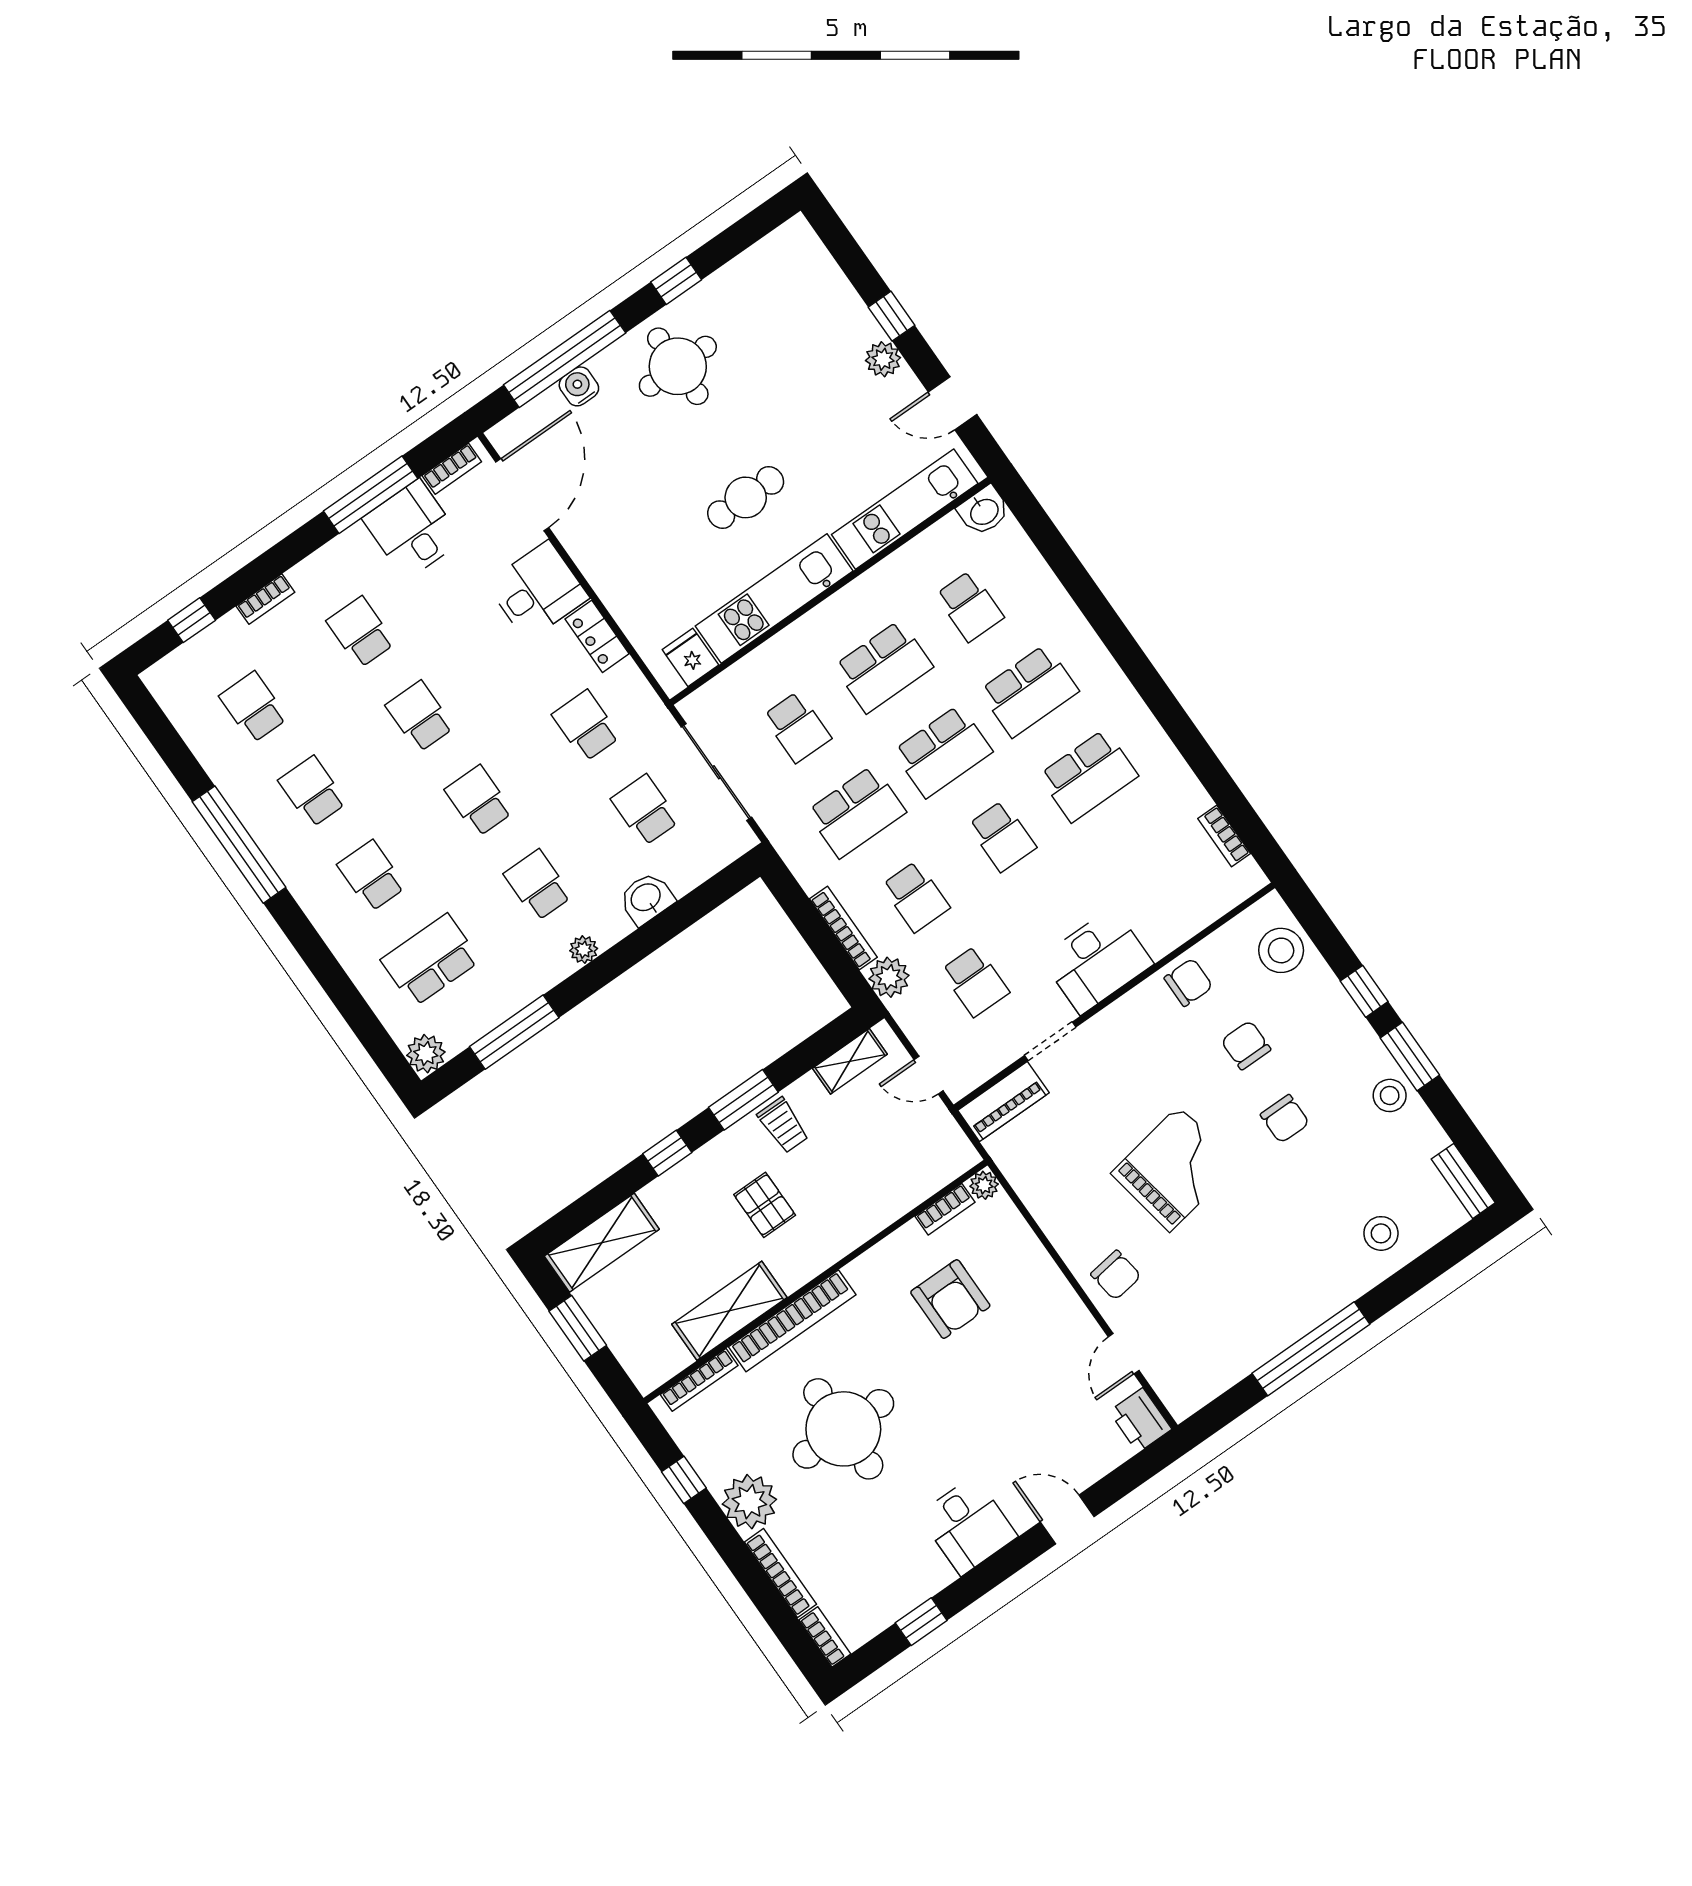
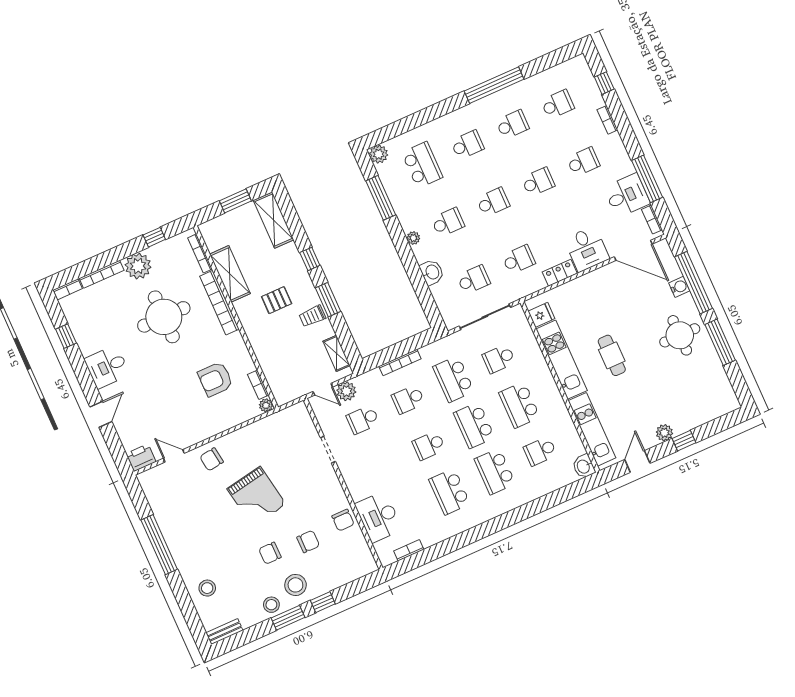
window: (676, 281) -> (720, 342), width x2.17
stool: (1281, 950) -> (295, 585), moved
desk: (1097, 961) -> (378, 517), moved
plant: (889, 977) -> (346, 391), moved
door: (929, 1075) -> (323, 389), swing flipped
piano: (1003, 1102) -> (304, 422), removed

